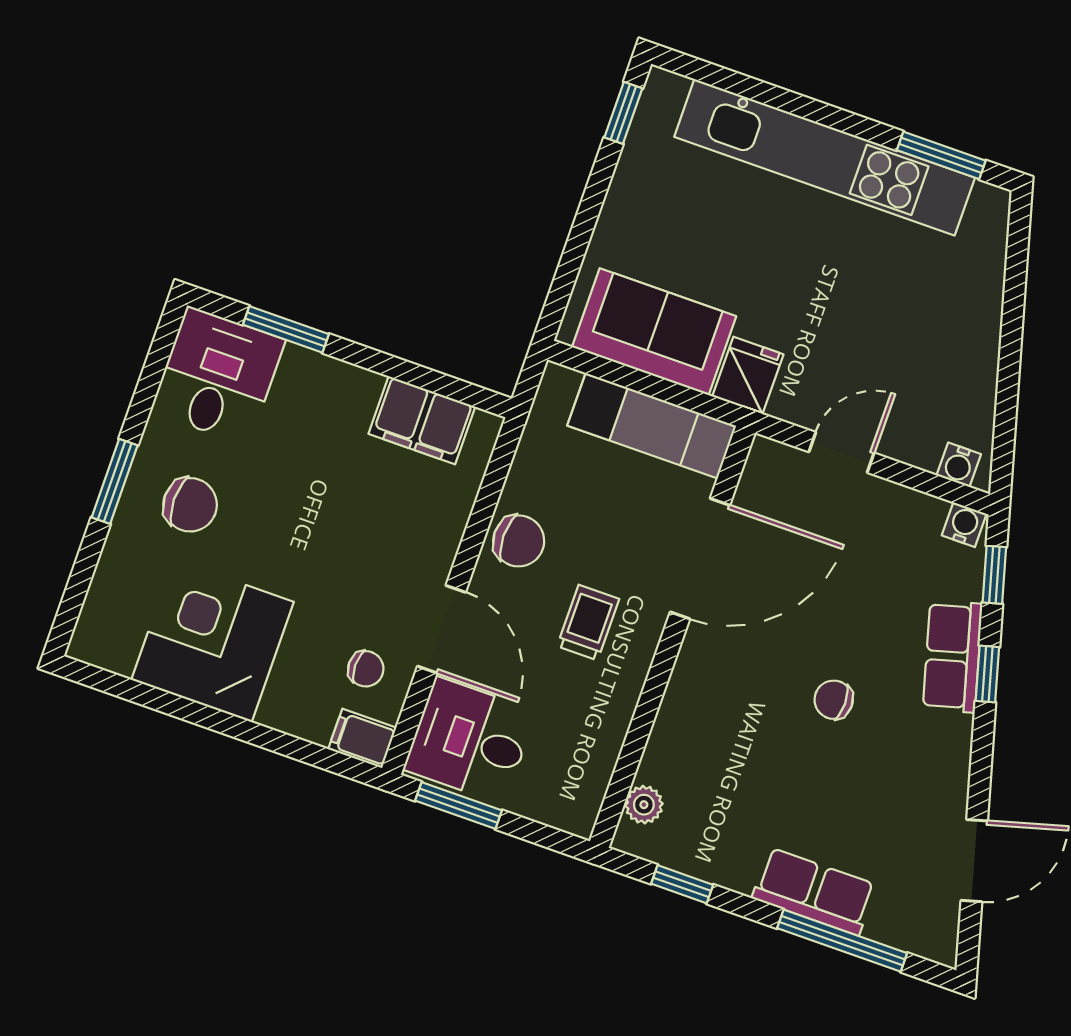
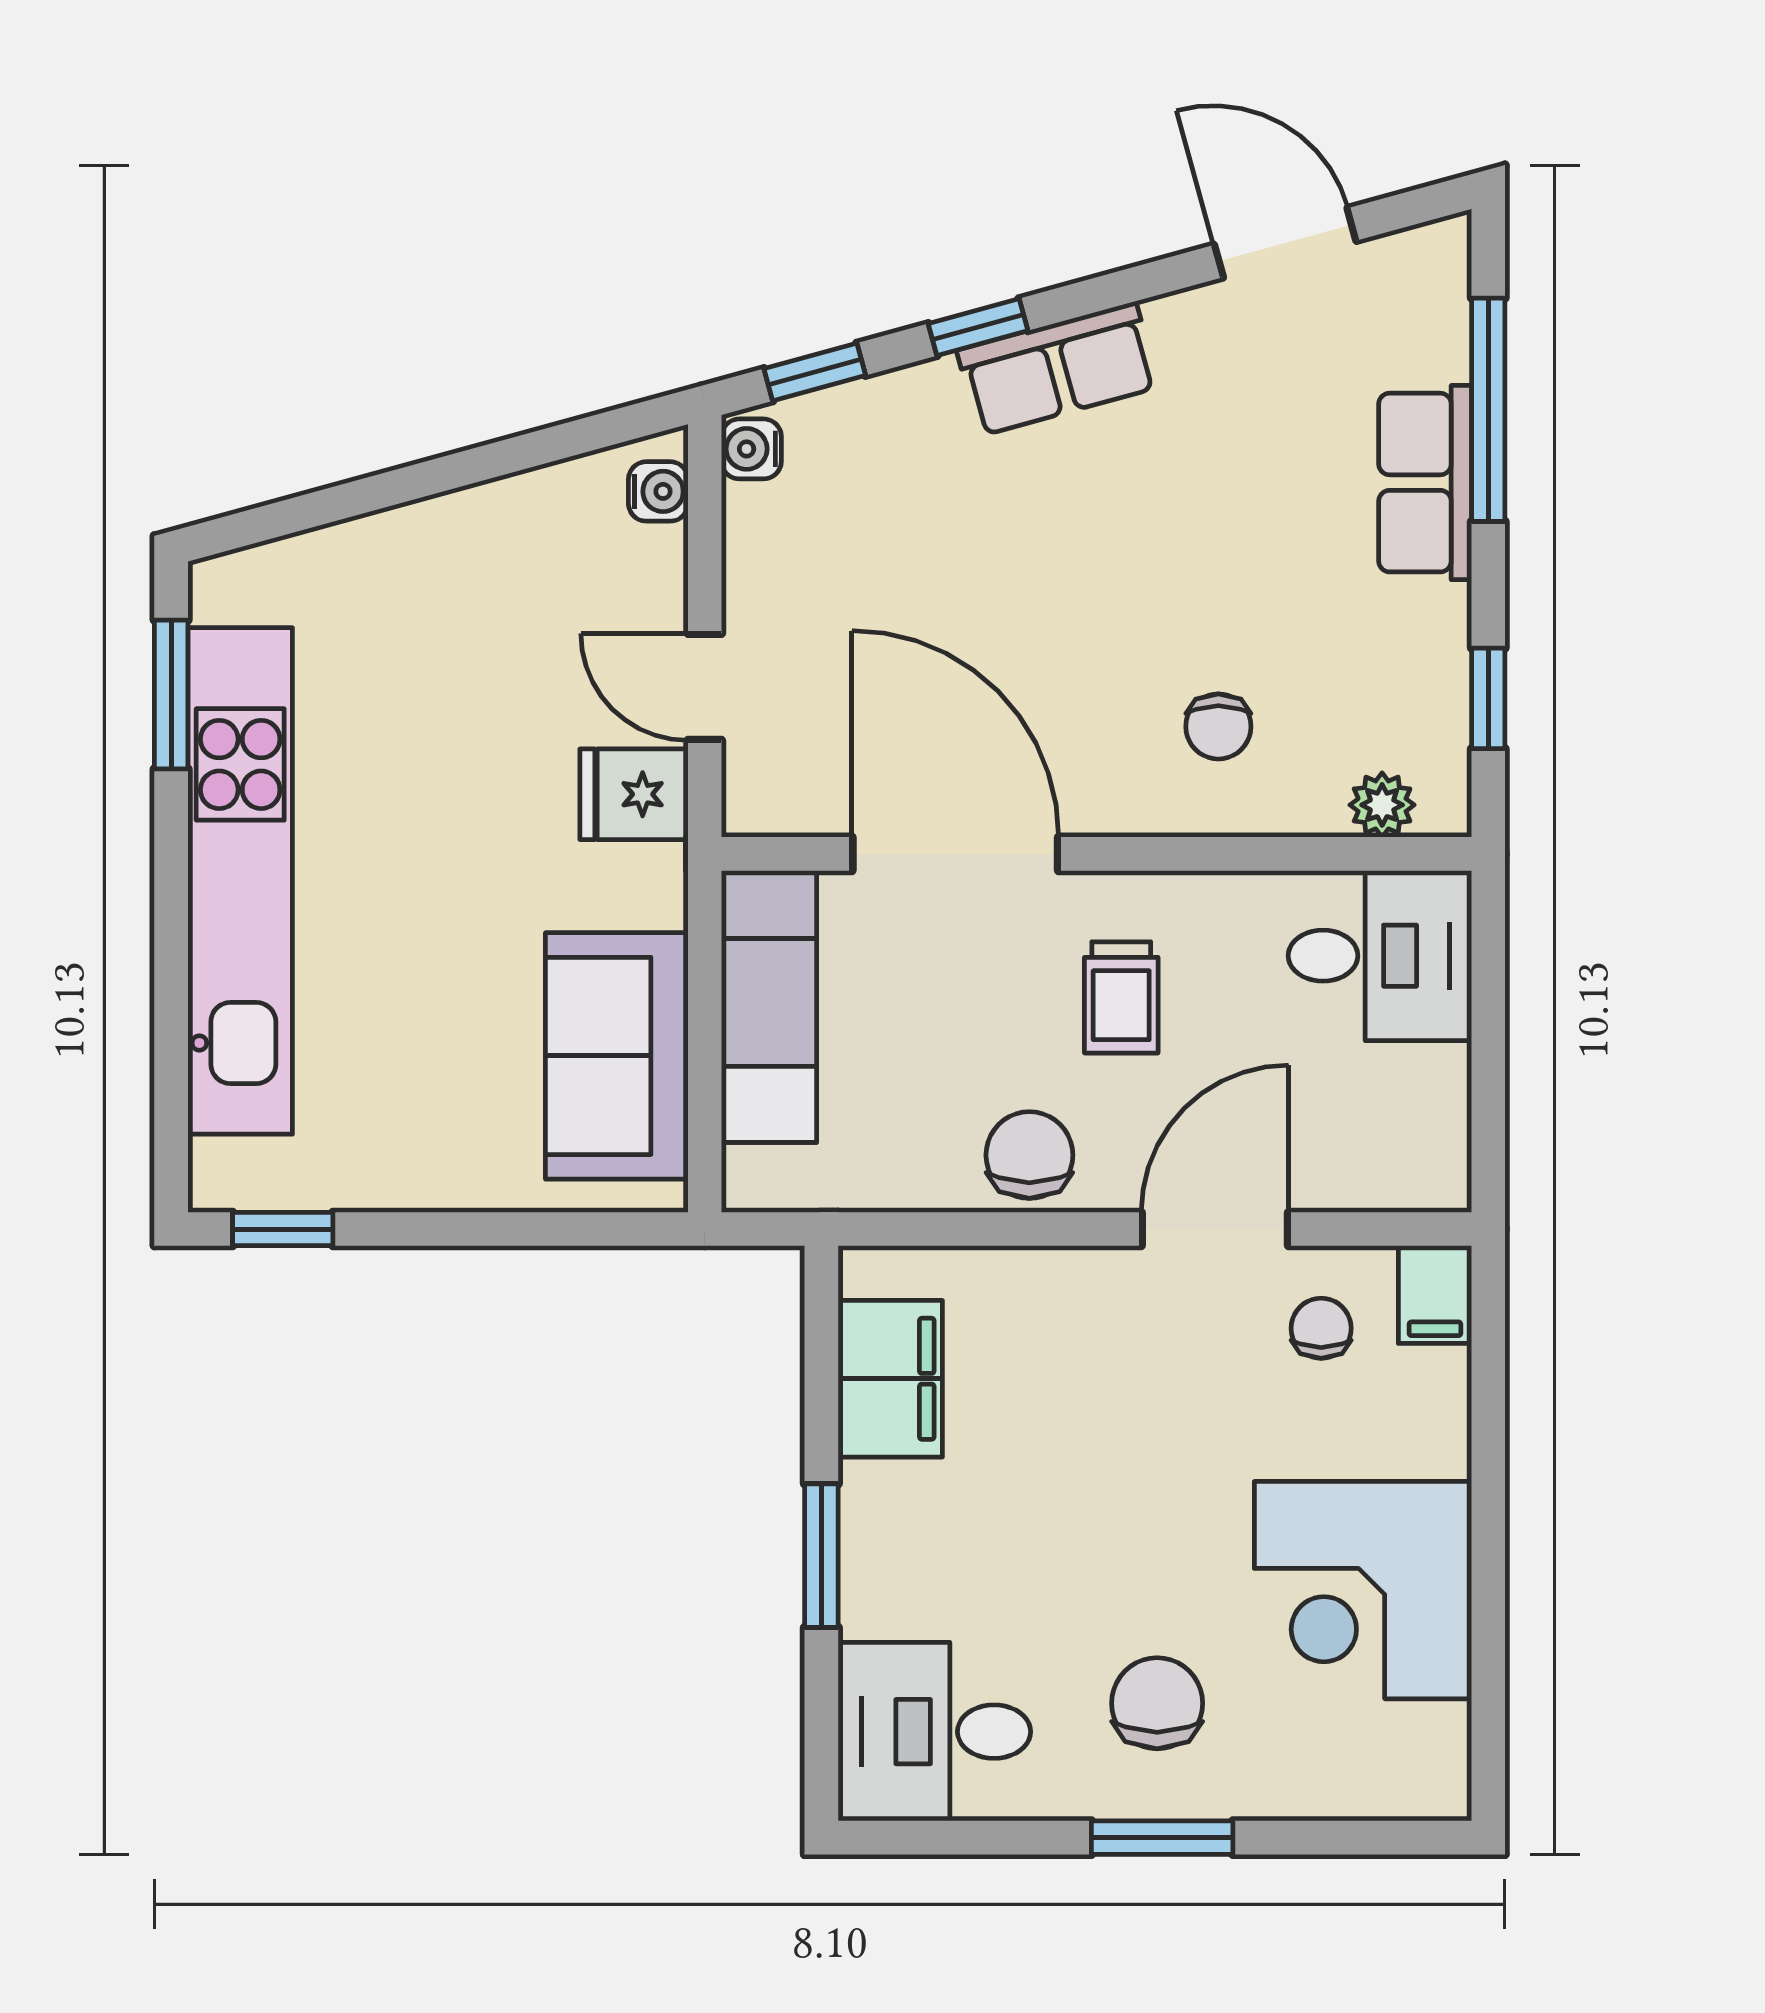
window: (286, 329) -> (821, 1556), moved
fridge: (748, 375) -> (634, 794), moved
trolley: (588, 623) -> (1121, 997), turned -90
row of seats: (953, 657) -> (1058, 369), moved
chair: (834, 700) -> (1218, 726), moved
desk: (470, 740) -> (1380, 956), moved, turned -90
window: (459, 806) -> (1488, 1102), removed

